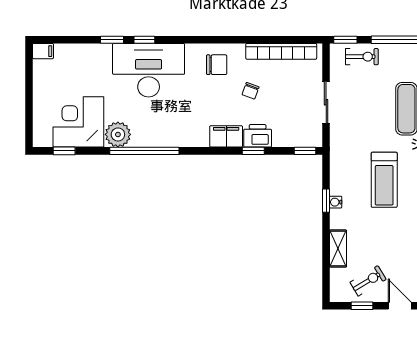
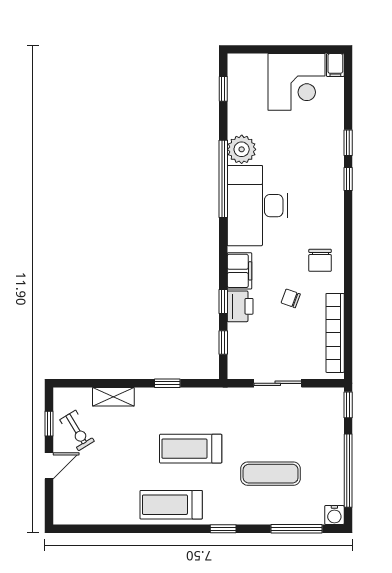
exercise bike: (362, 57) -> (329, 424), removed
desk: (149, 70) -> (257, 206), moved, turned 180
corner desk: (78, 122) -> (297, 82), moved, turned 90
window: (305, 151) -> (223, 342), moved
water cooler: (336, 202) -> (166, 394), removed

